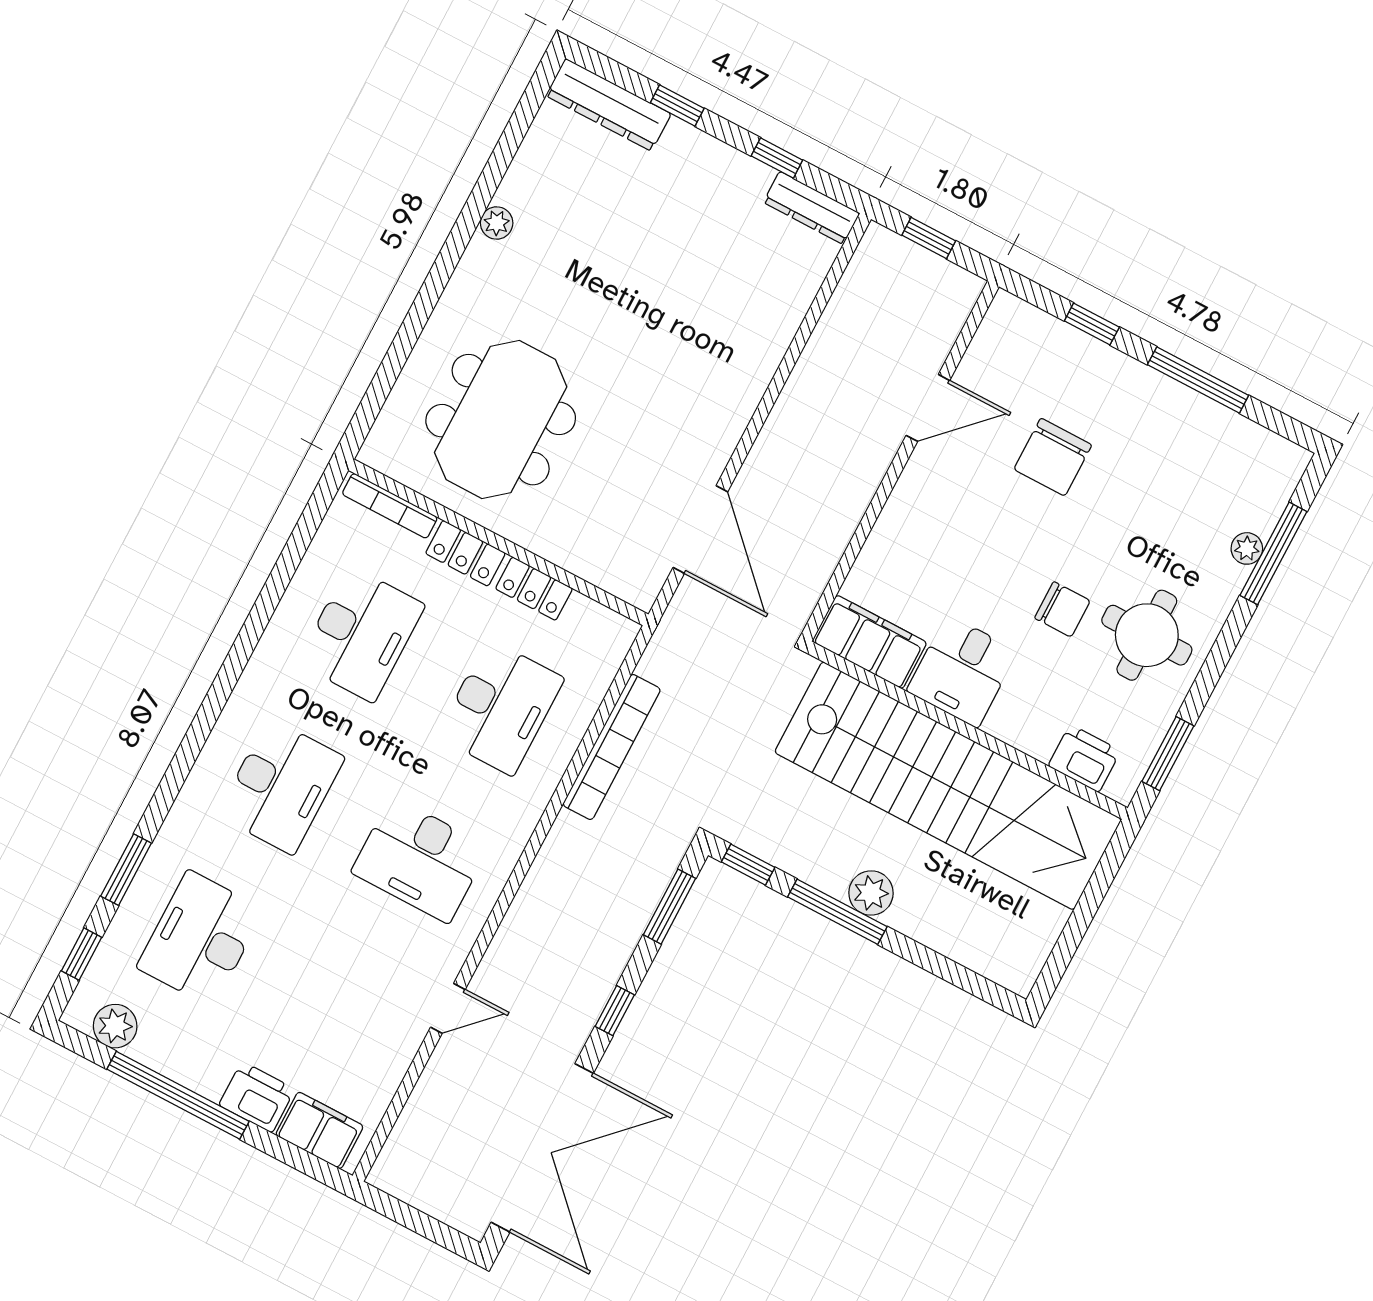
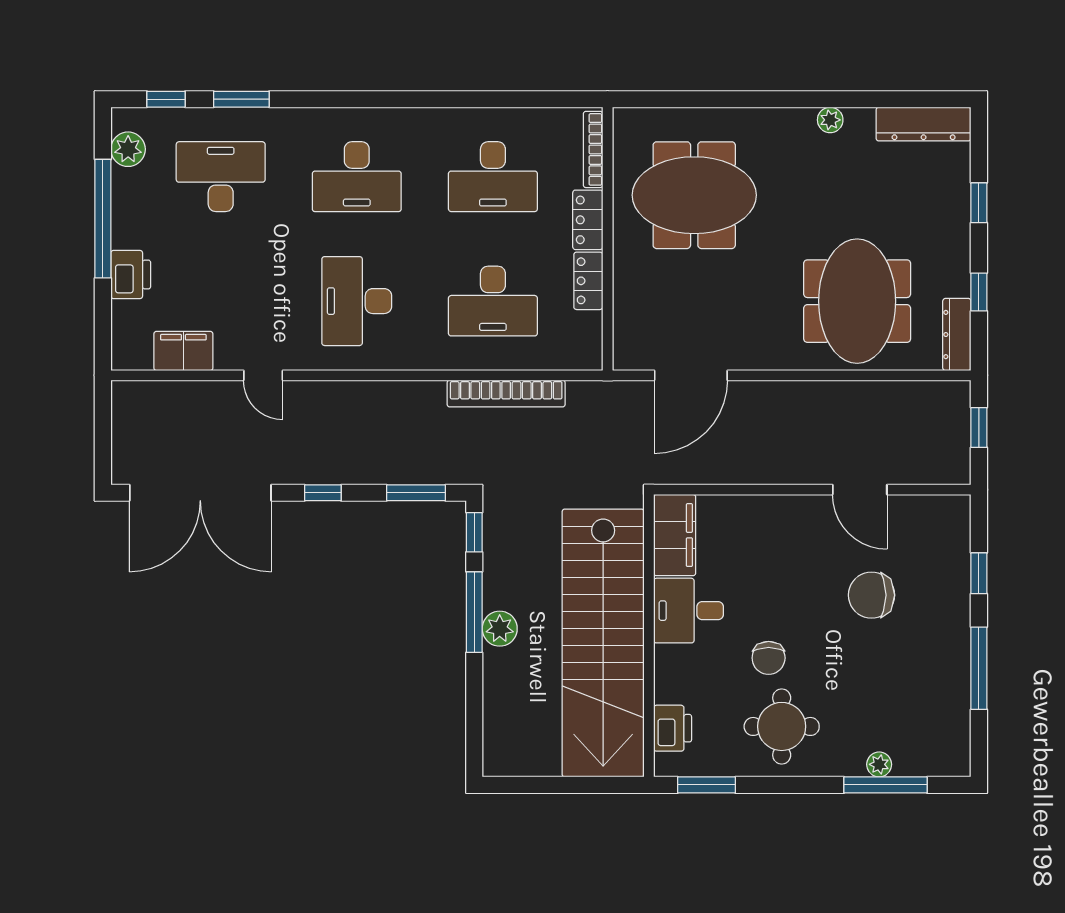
dresser: (608, 105) -> (924, 124), moved, turned -90
meeting table: (715, 300) -> (857, 301), added
filing cabinet: (319, 1130) -> (183, 351), moved, turned -90

